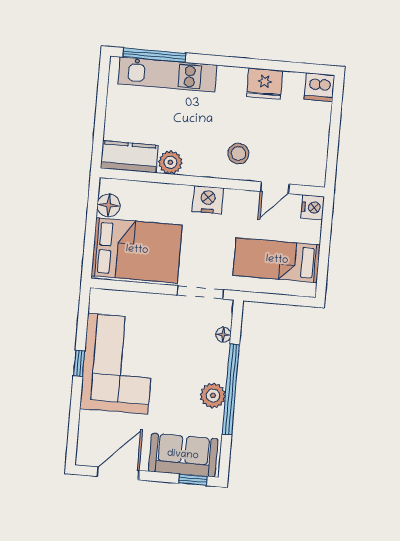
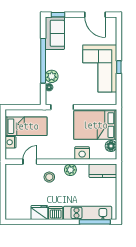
dishwasher: (319, 87) -> (56, 213), moved
plant: (170, 162) -> (70, 170), moved
nightstand: (208, 200) -> (82, 153), moved
nightstand: (313, 207) -> (11, 142), moved
plant: (213, 395) -> (52, 76), moved
sofa: (183, 455) -> (55, 33), moved, turned -90
door: (118, 473) -> (95, 15), hinge flipped

